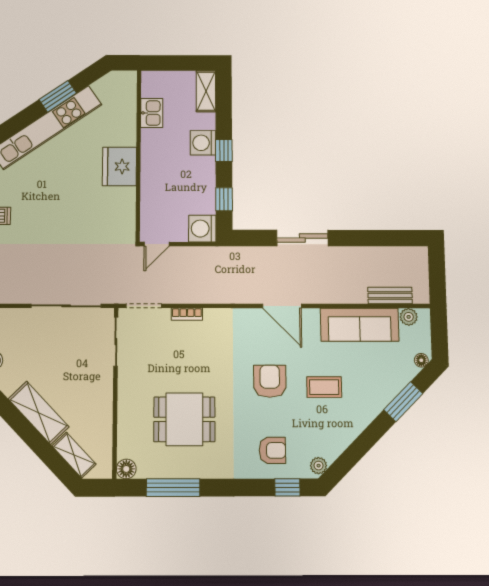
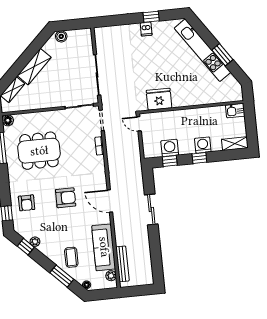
kitchen sink: (152, 113) -> (235, 111), moved
fridge: (119, 166) -> (159, 99), moved
washing machine: (202, 229) -> (170, 148), moved
bench: (390, 296) -> (122, 264), width x1.36
door: (282, 306) -> (110, 201), hinge flipped
coffee table: (324, 387) -> (71, 257), moved
dining table: (184, 419) -> (39, 151), width x1.38
window: (348, 460) -> (26, 247), added
plant: (319, 466) -> (35, 242), moved

